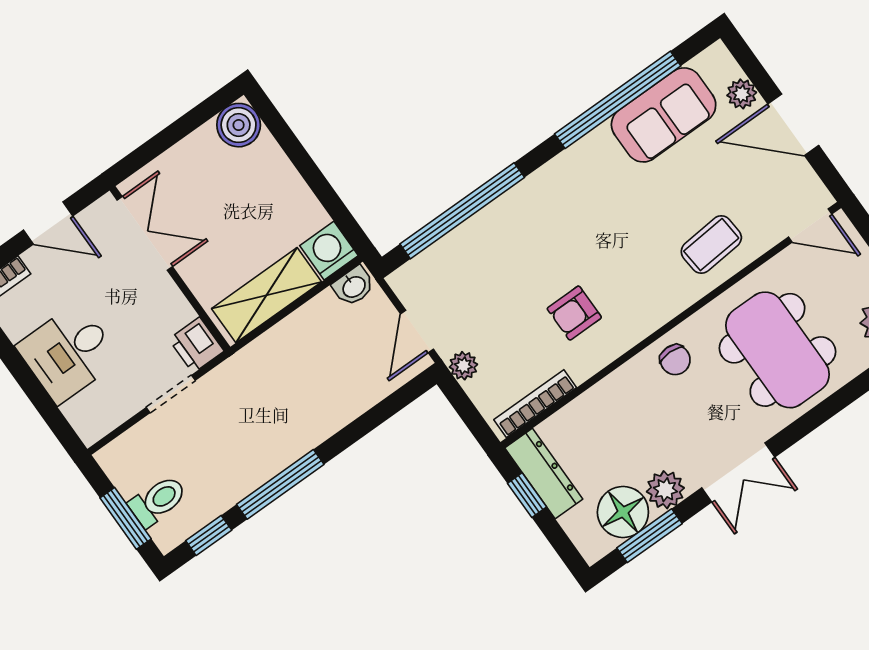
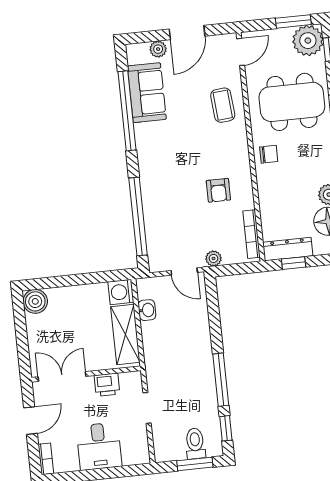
washbasin: (354, 286) -> (147, 310), moved
printer: (196, 345) -> (107, 385), moved

